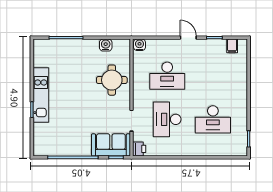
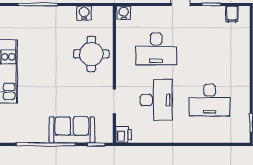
desk: (167, 119) -> (156, 100), turned 180
sofa: (111, 145) -> (72, 130), moved

